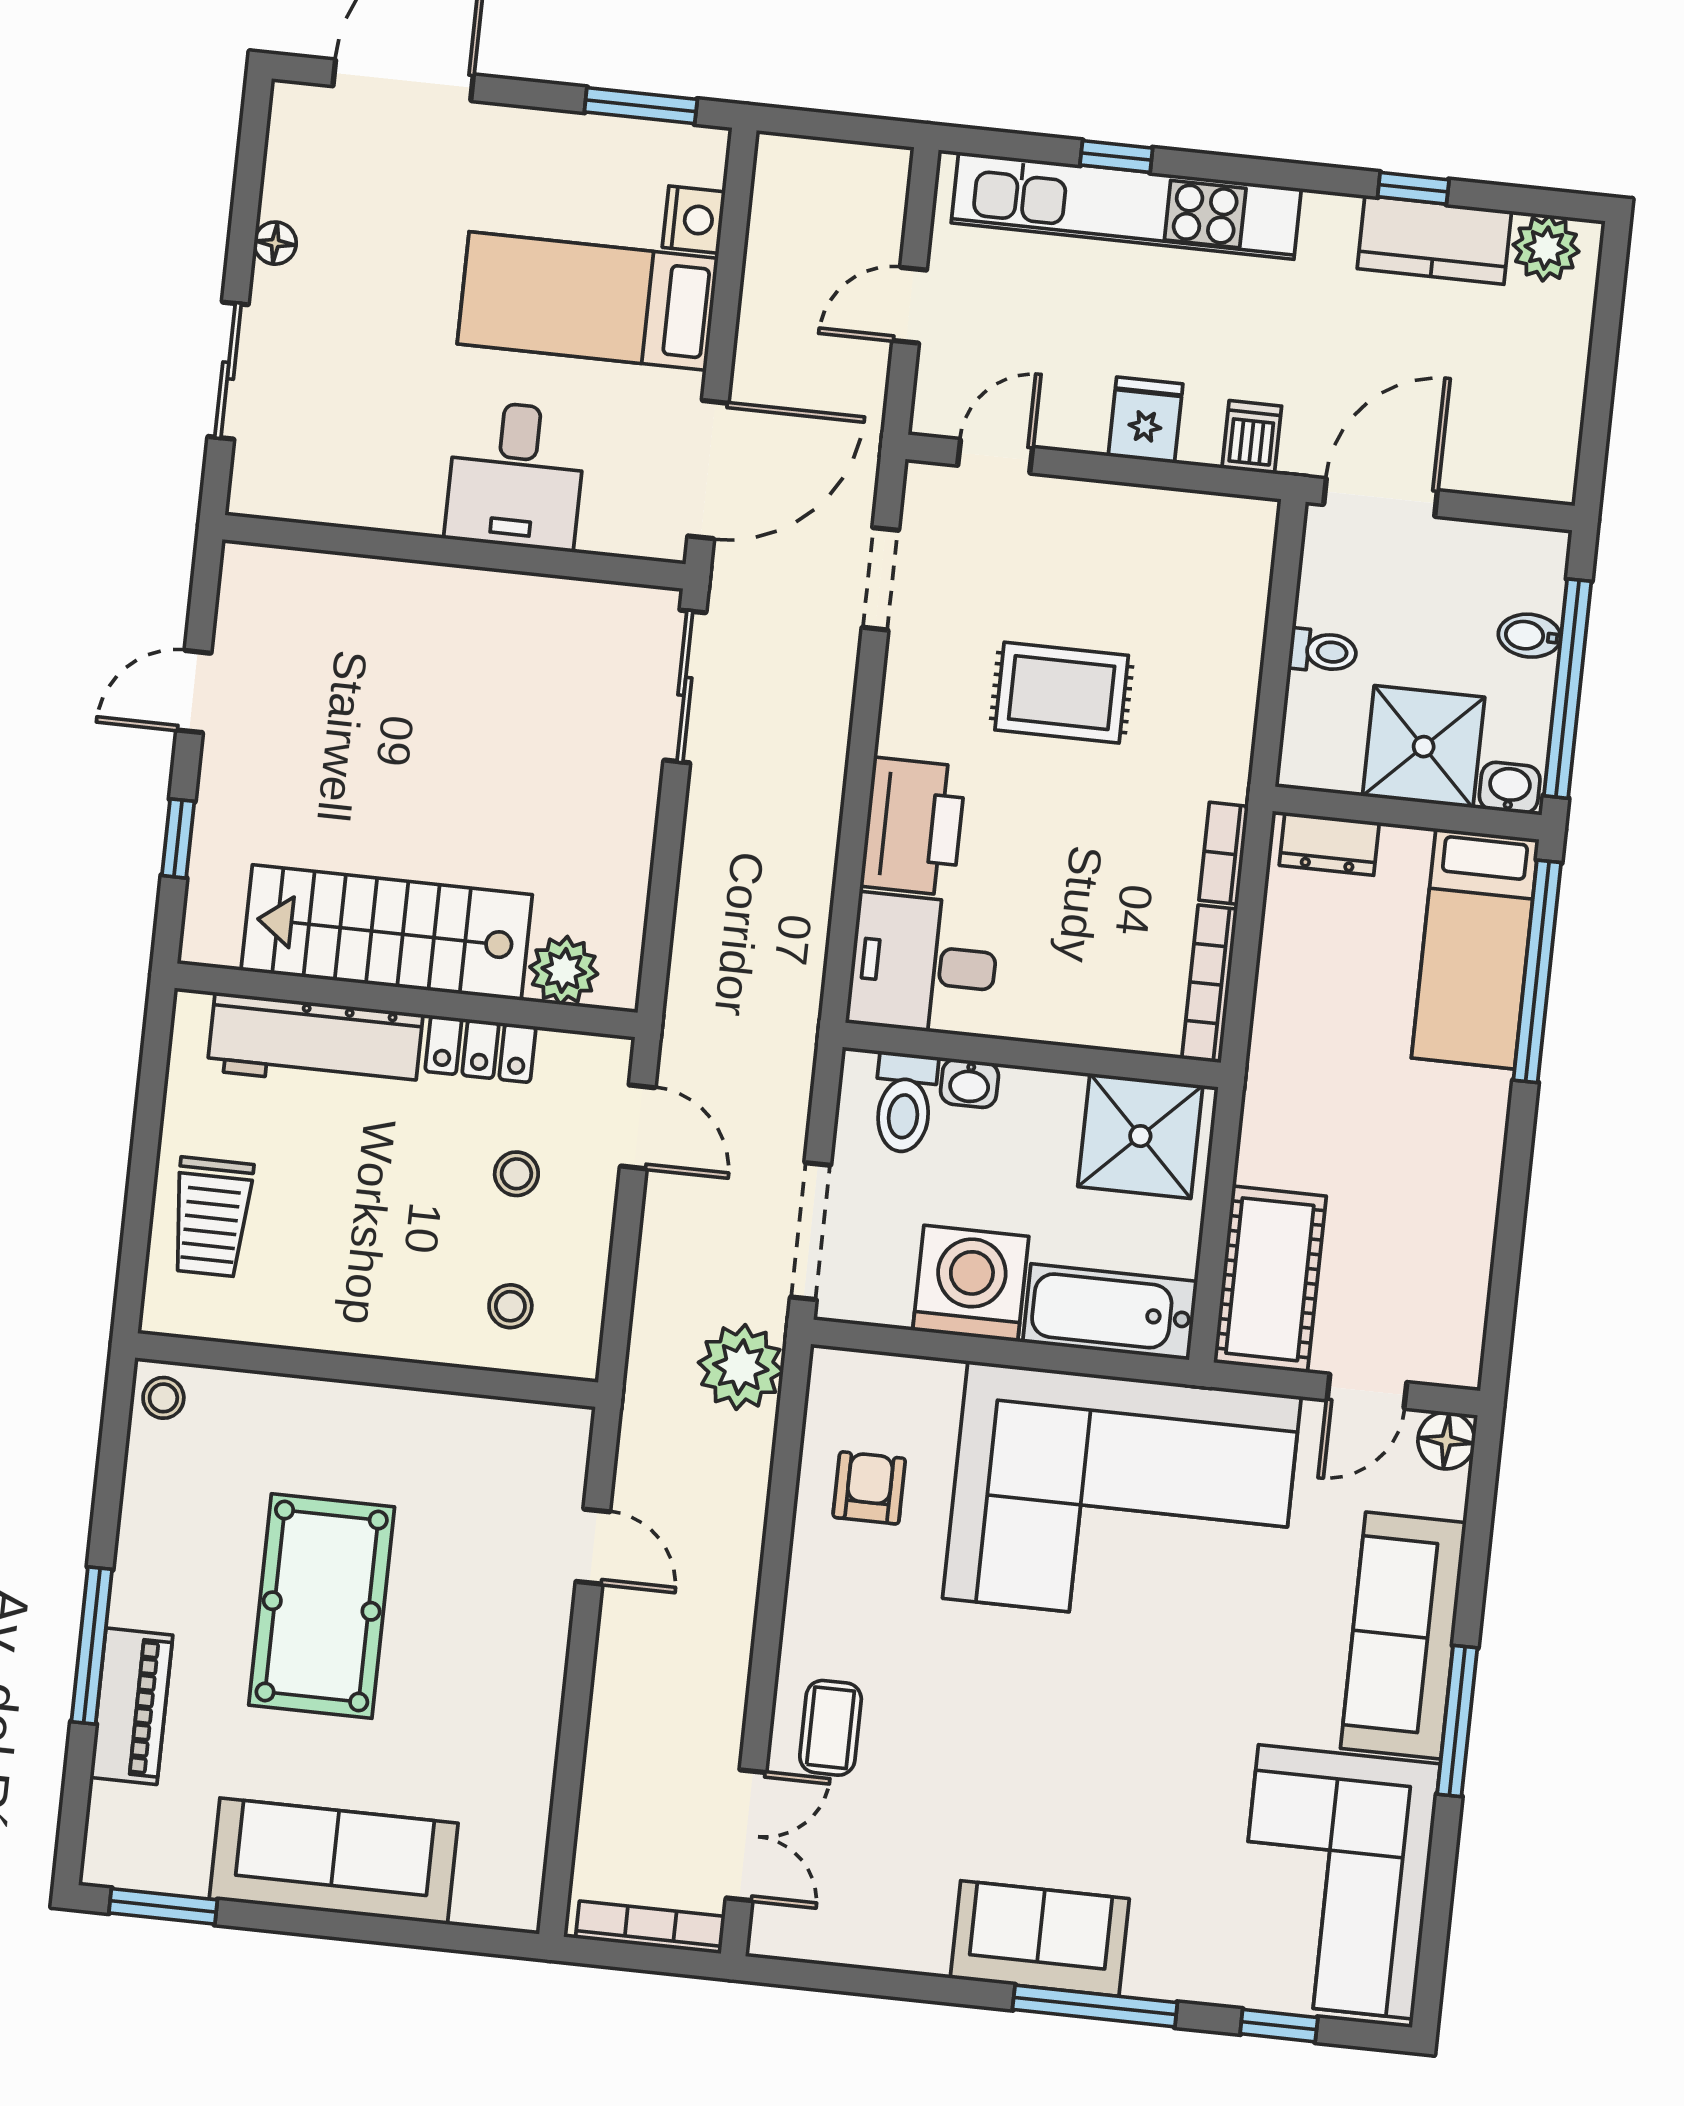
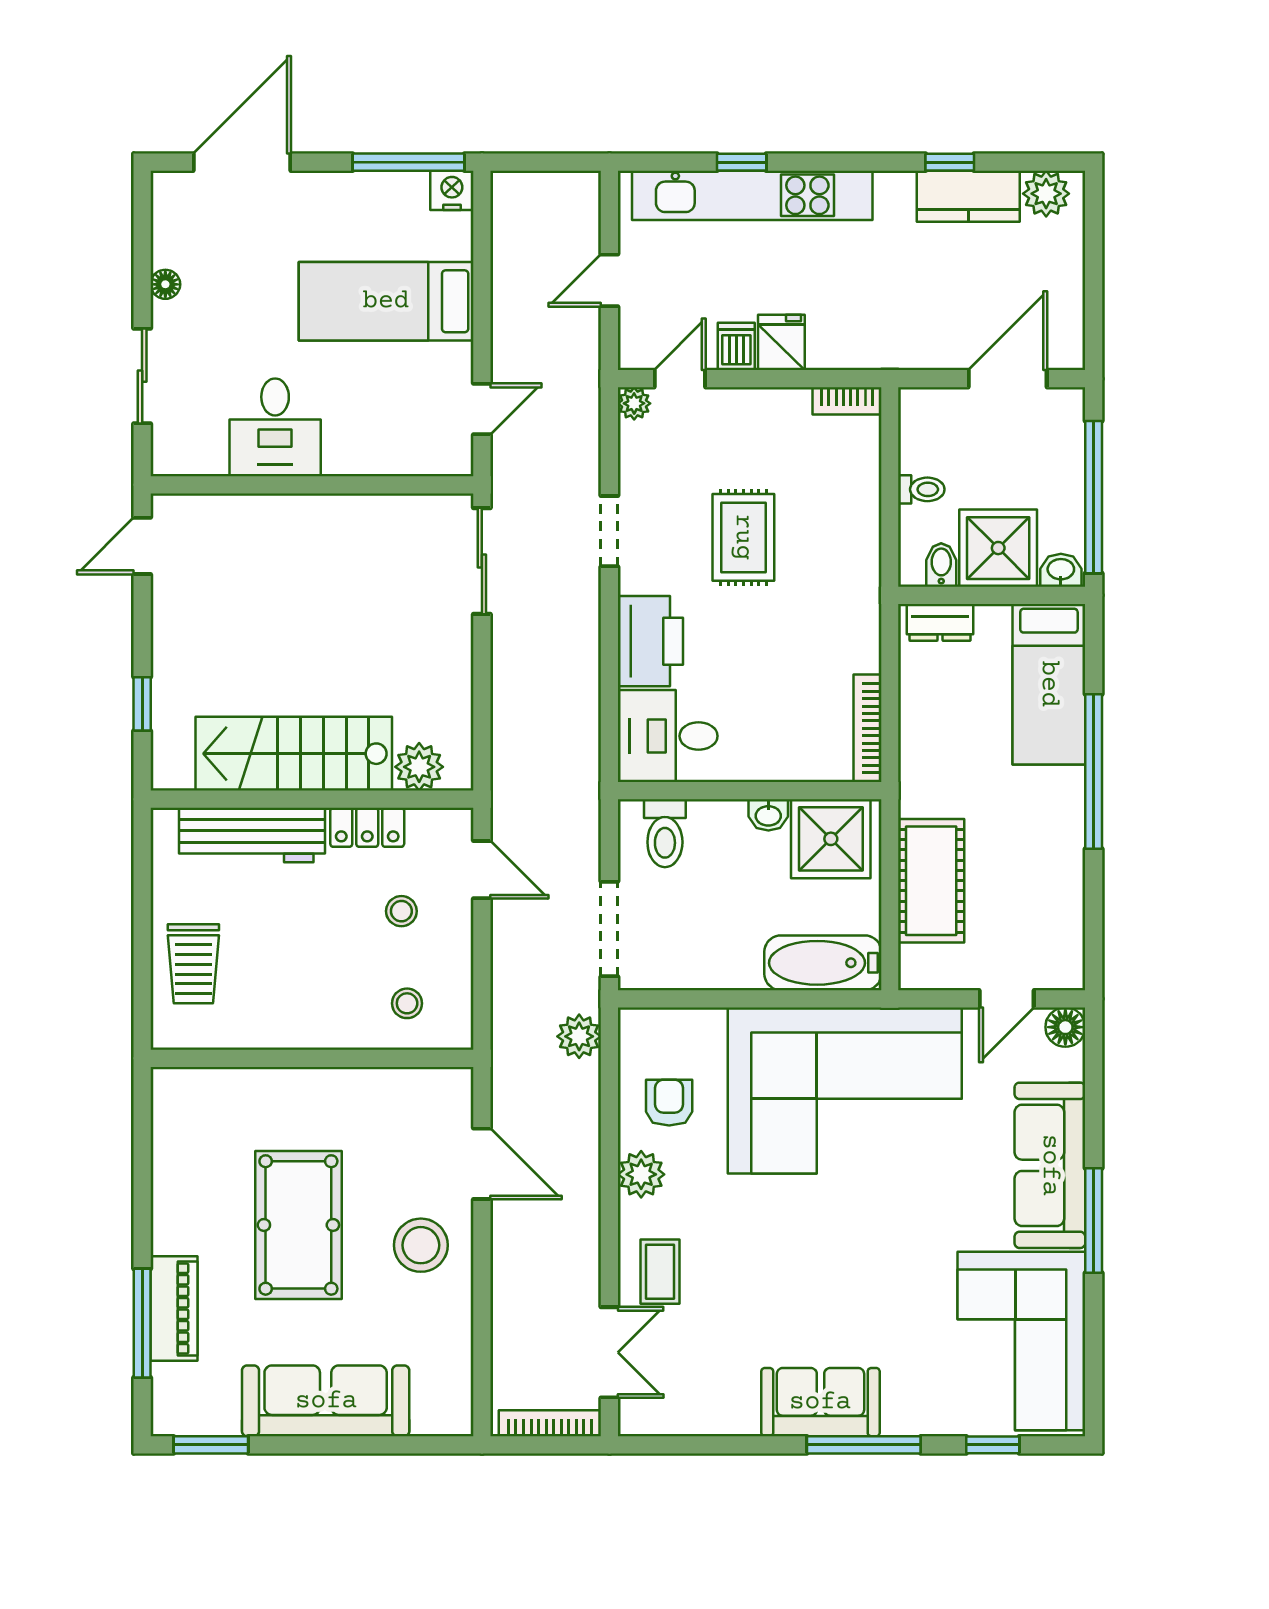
window: (641, 106) -> (408, 162), width x1.44
nightstand: (694, 220) -> (452, 190), moved, turned -90
dishwasher: (1252, 437) -> (736, 346), moved
door: (708, 470) -> (482, 409), width x0.53
desk: (516, 475) -> (275, 427), moved
plant: (926, 485) -> (634, 403), added
door: (1380, 497) -> (1008, 379), moved
doorway: (880, 579) -> (609, 531), moved
bidet: (1530, 636) -> (941, 565), moved, turned 90
door: (194, 692) -> (142, 546), moved
rug: (1062, 693) -> (743, 537), turned 90
bookcase: (1224, 853) -> (847, 401), moved, turned -90
window: (1537, 971) -> (1094, 772), moved
washbasin: (969, 1083) -> (768, 815), moved
cot: (1270, 1279) -> (931, 881), moved
washing machine: (971, 1283) -> (724, 953), removed
plant: (741, 1367) -> (579, 1036), width x0.73, depth x0.73
stool: (163, 1398) -> (421, 1245), moved, width x1.89, depth x1.89
door: (593, 1547) -> (482, 1164), width x1.38
plant: (819, 1586) -> (641, 1174), added
window: (92, 1645) -> (142, 1323), moved

